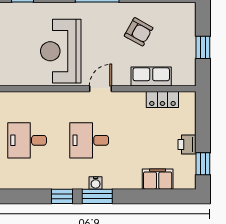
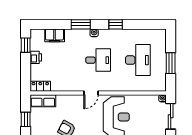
row of seats: (151, 77) -> (43, 101), moved
locker: (162, 99) -> (40, 86), moved
desk: (27, 140) -> (138, 60), width x1.37
window: (97, 196) -> (81, 24), moved

